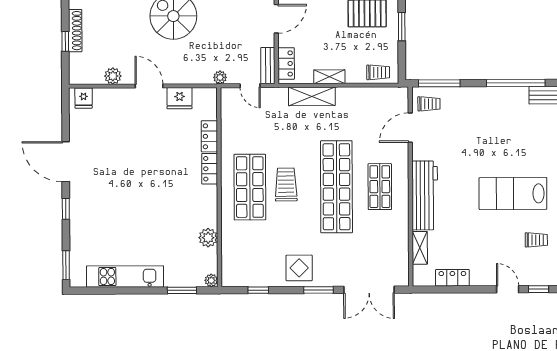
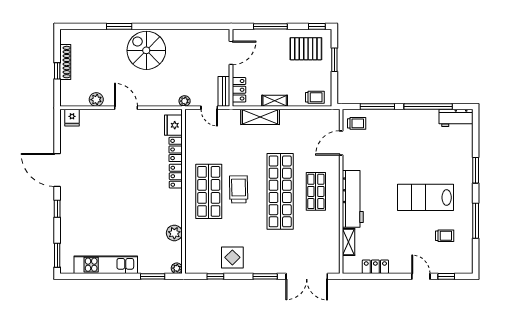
window: (439, 83) -> (377, 106), moved
fridge: (180, 98) -> (173, 125), moved, turned 90
display table: (299, 268) -> (232, 257), moved

